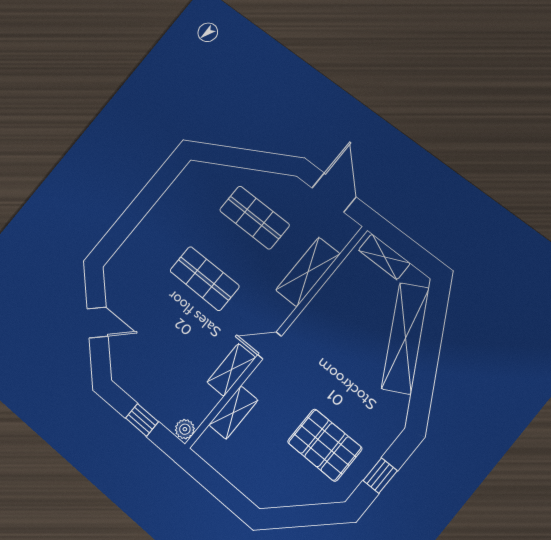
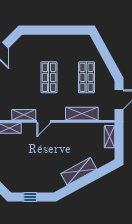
shelving: (405, 338) -> (79, 171), width x0.68
door: (269, 345) -> (44, 121), swing flipped
pallet: (325, 445) -> (25, 170), removed

